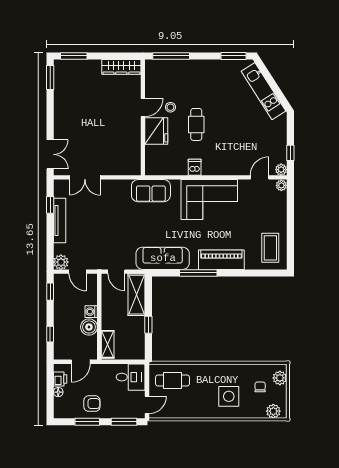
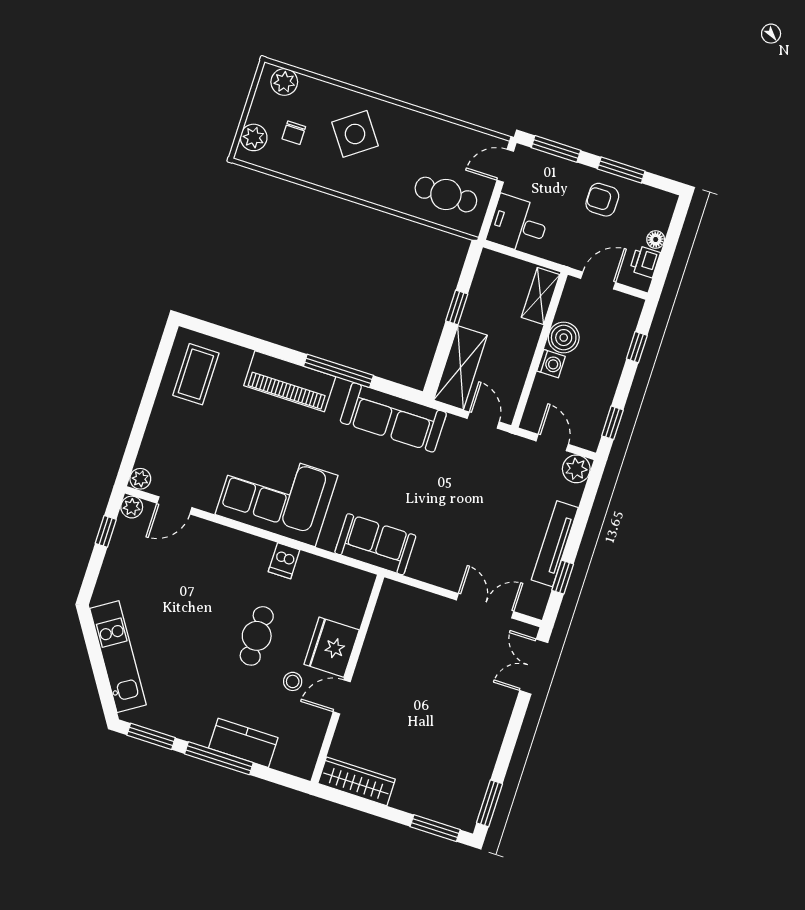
window: (171, 56) -> (219, 758), moved
kitchen counter: (185, 68) -> (243, 743), added
side table: (229, 396) -> (355, 134), turned -36

